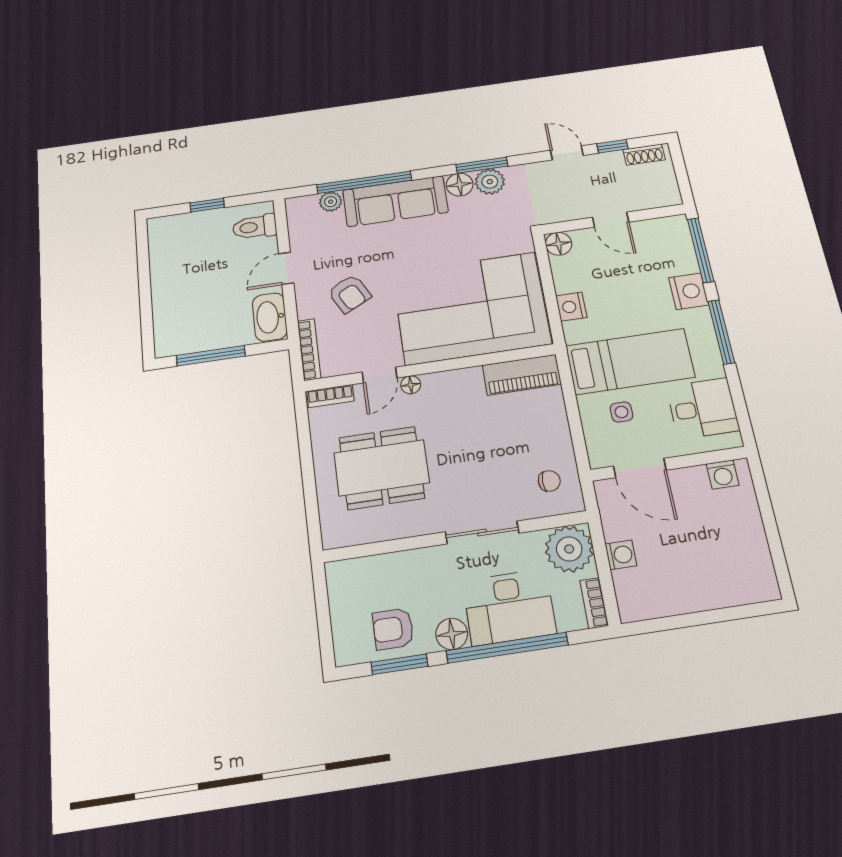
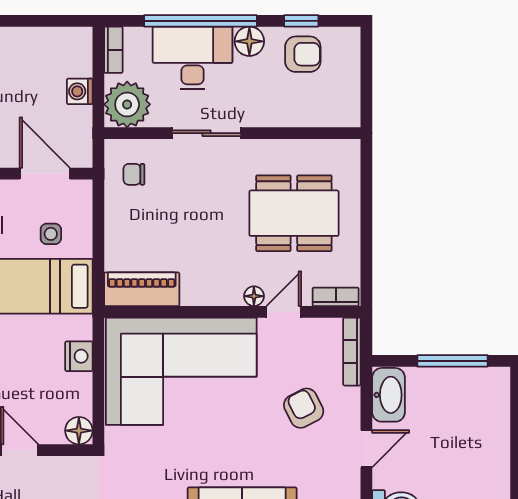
window: (399, 664) -> (301, 21), width x0.67

